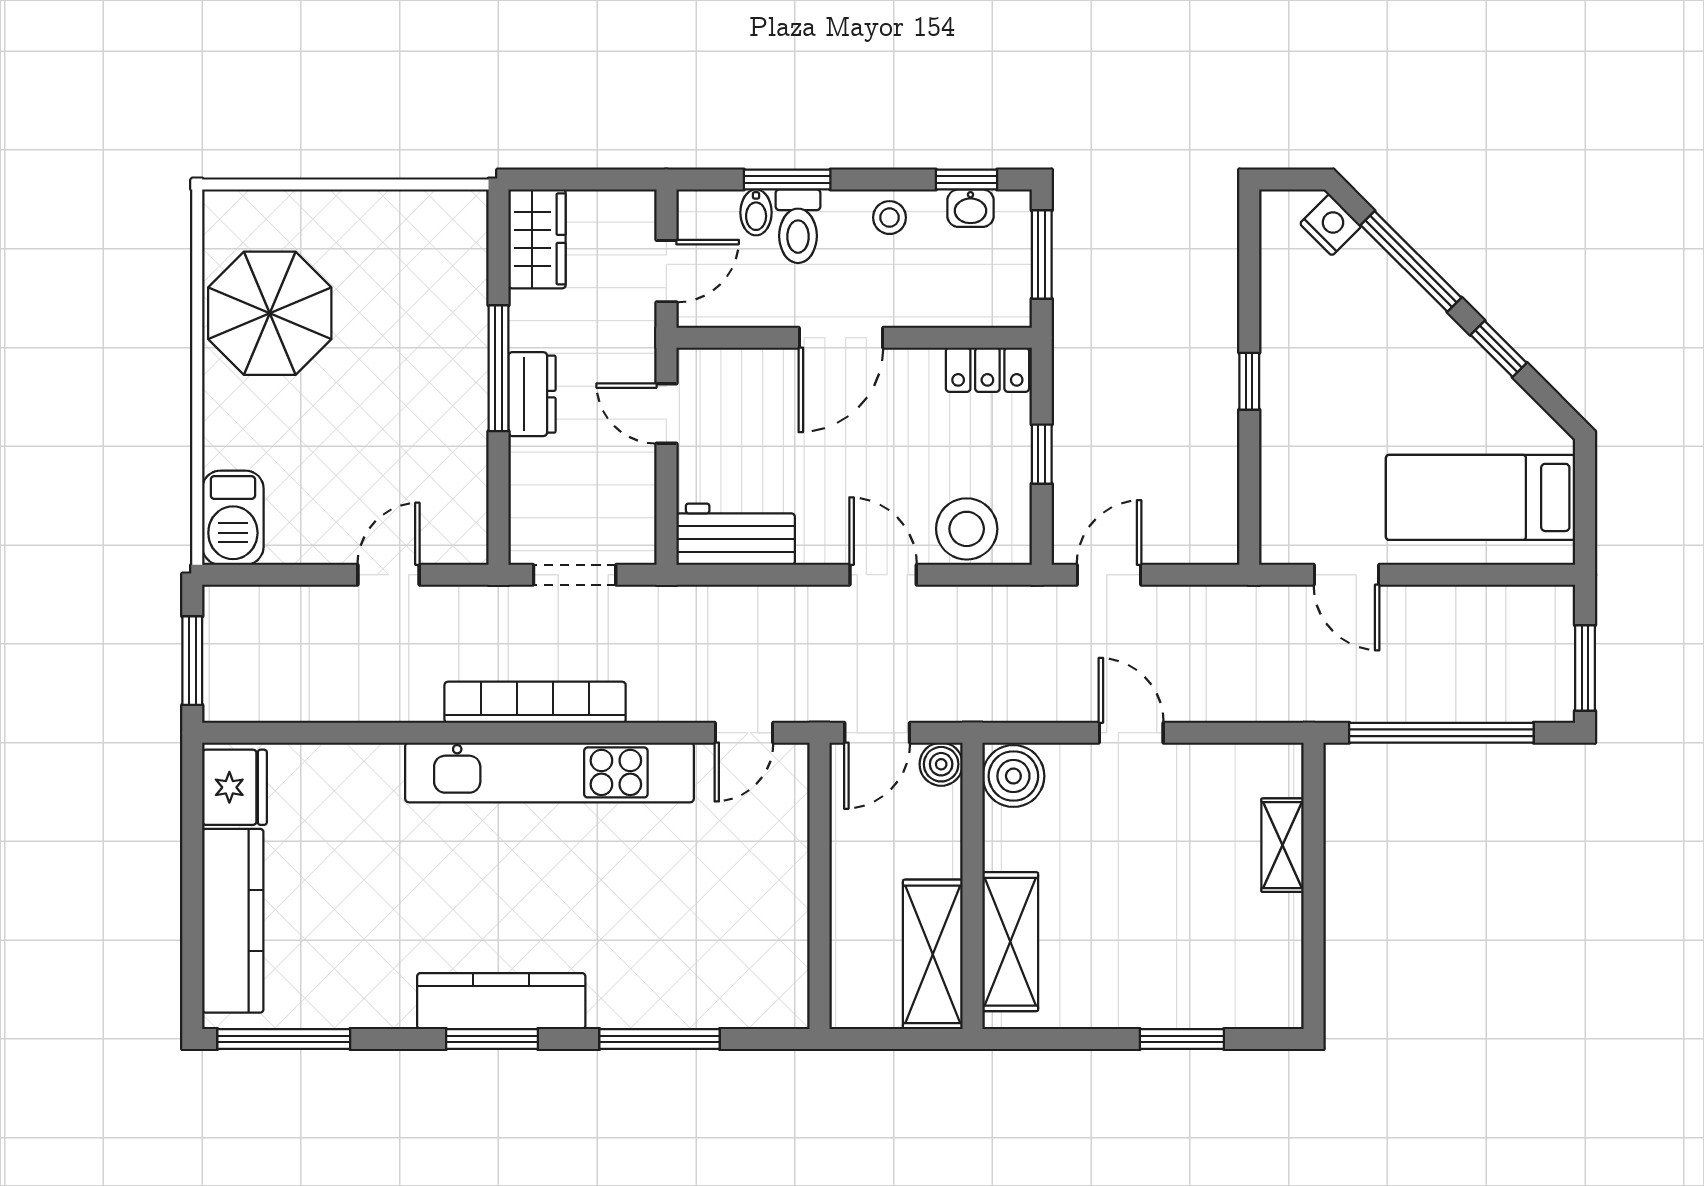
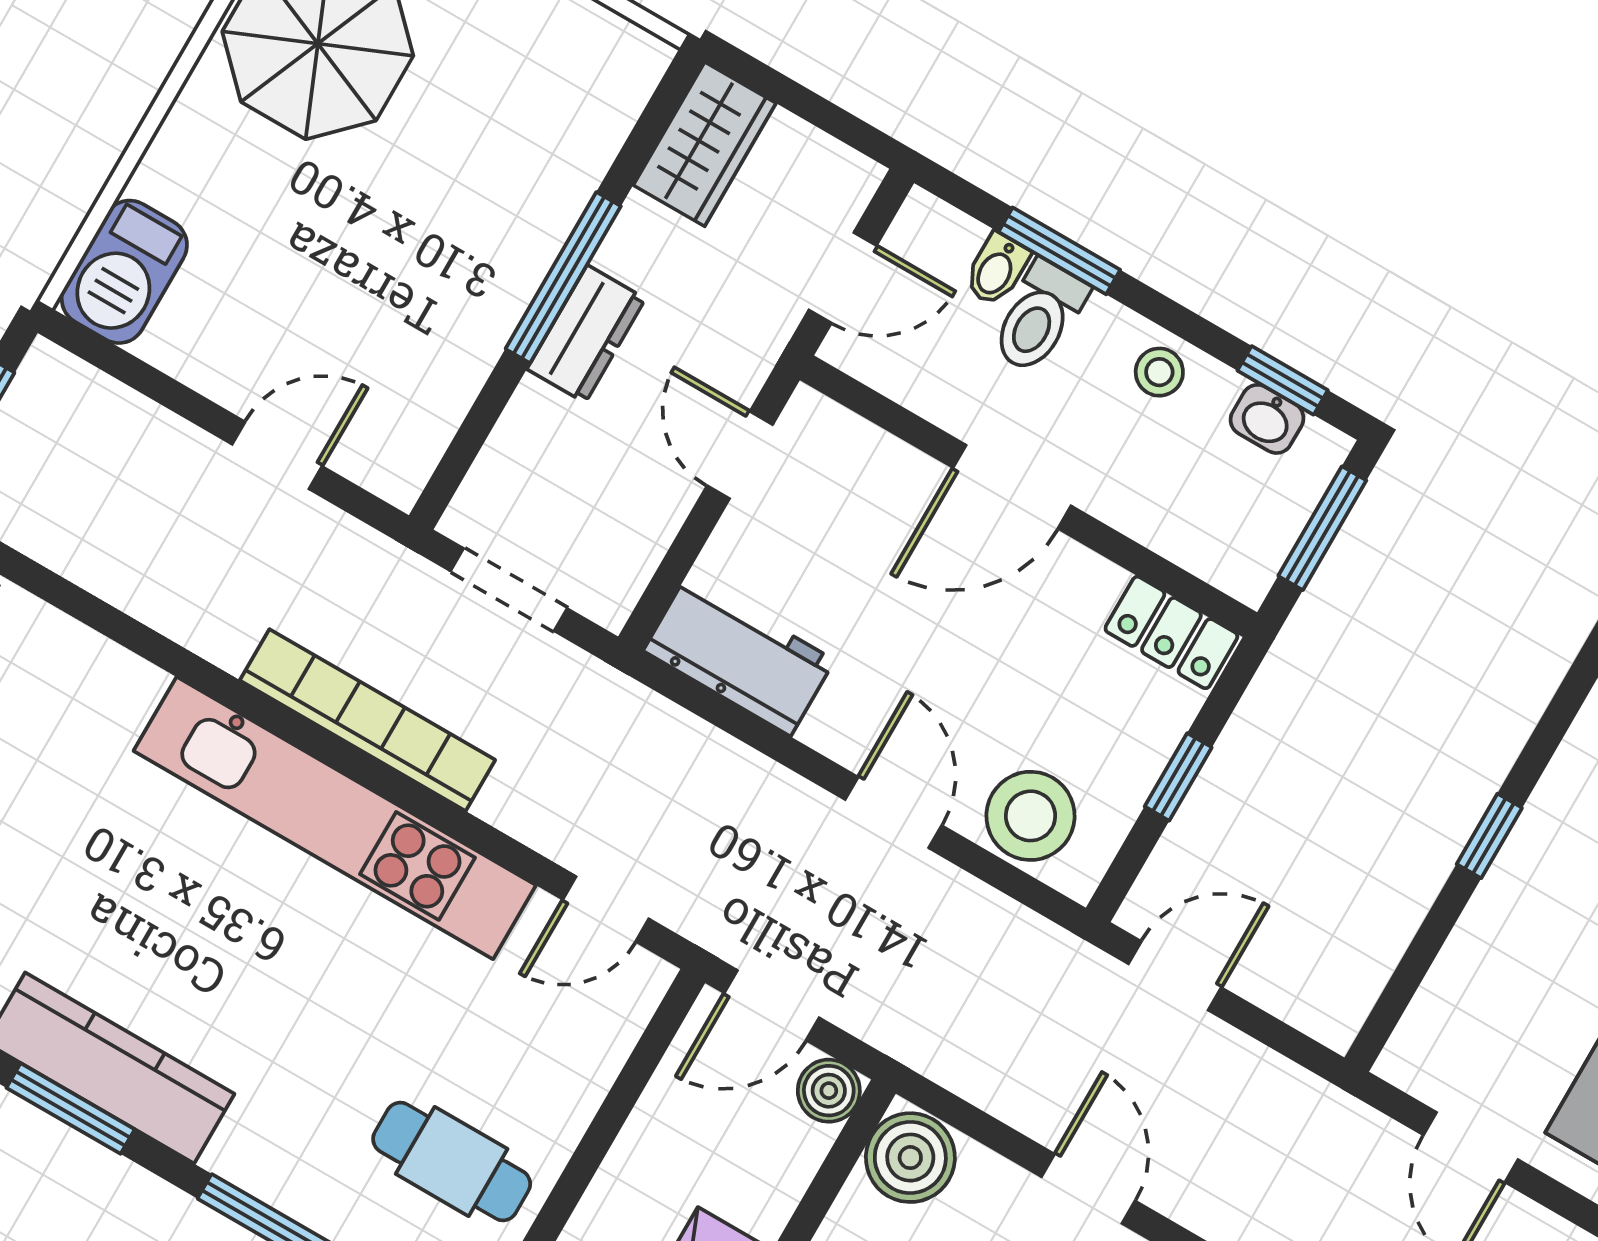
cafe table: (739, 938) -> (452, 1161), added

